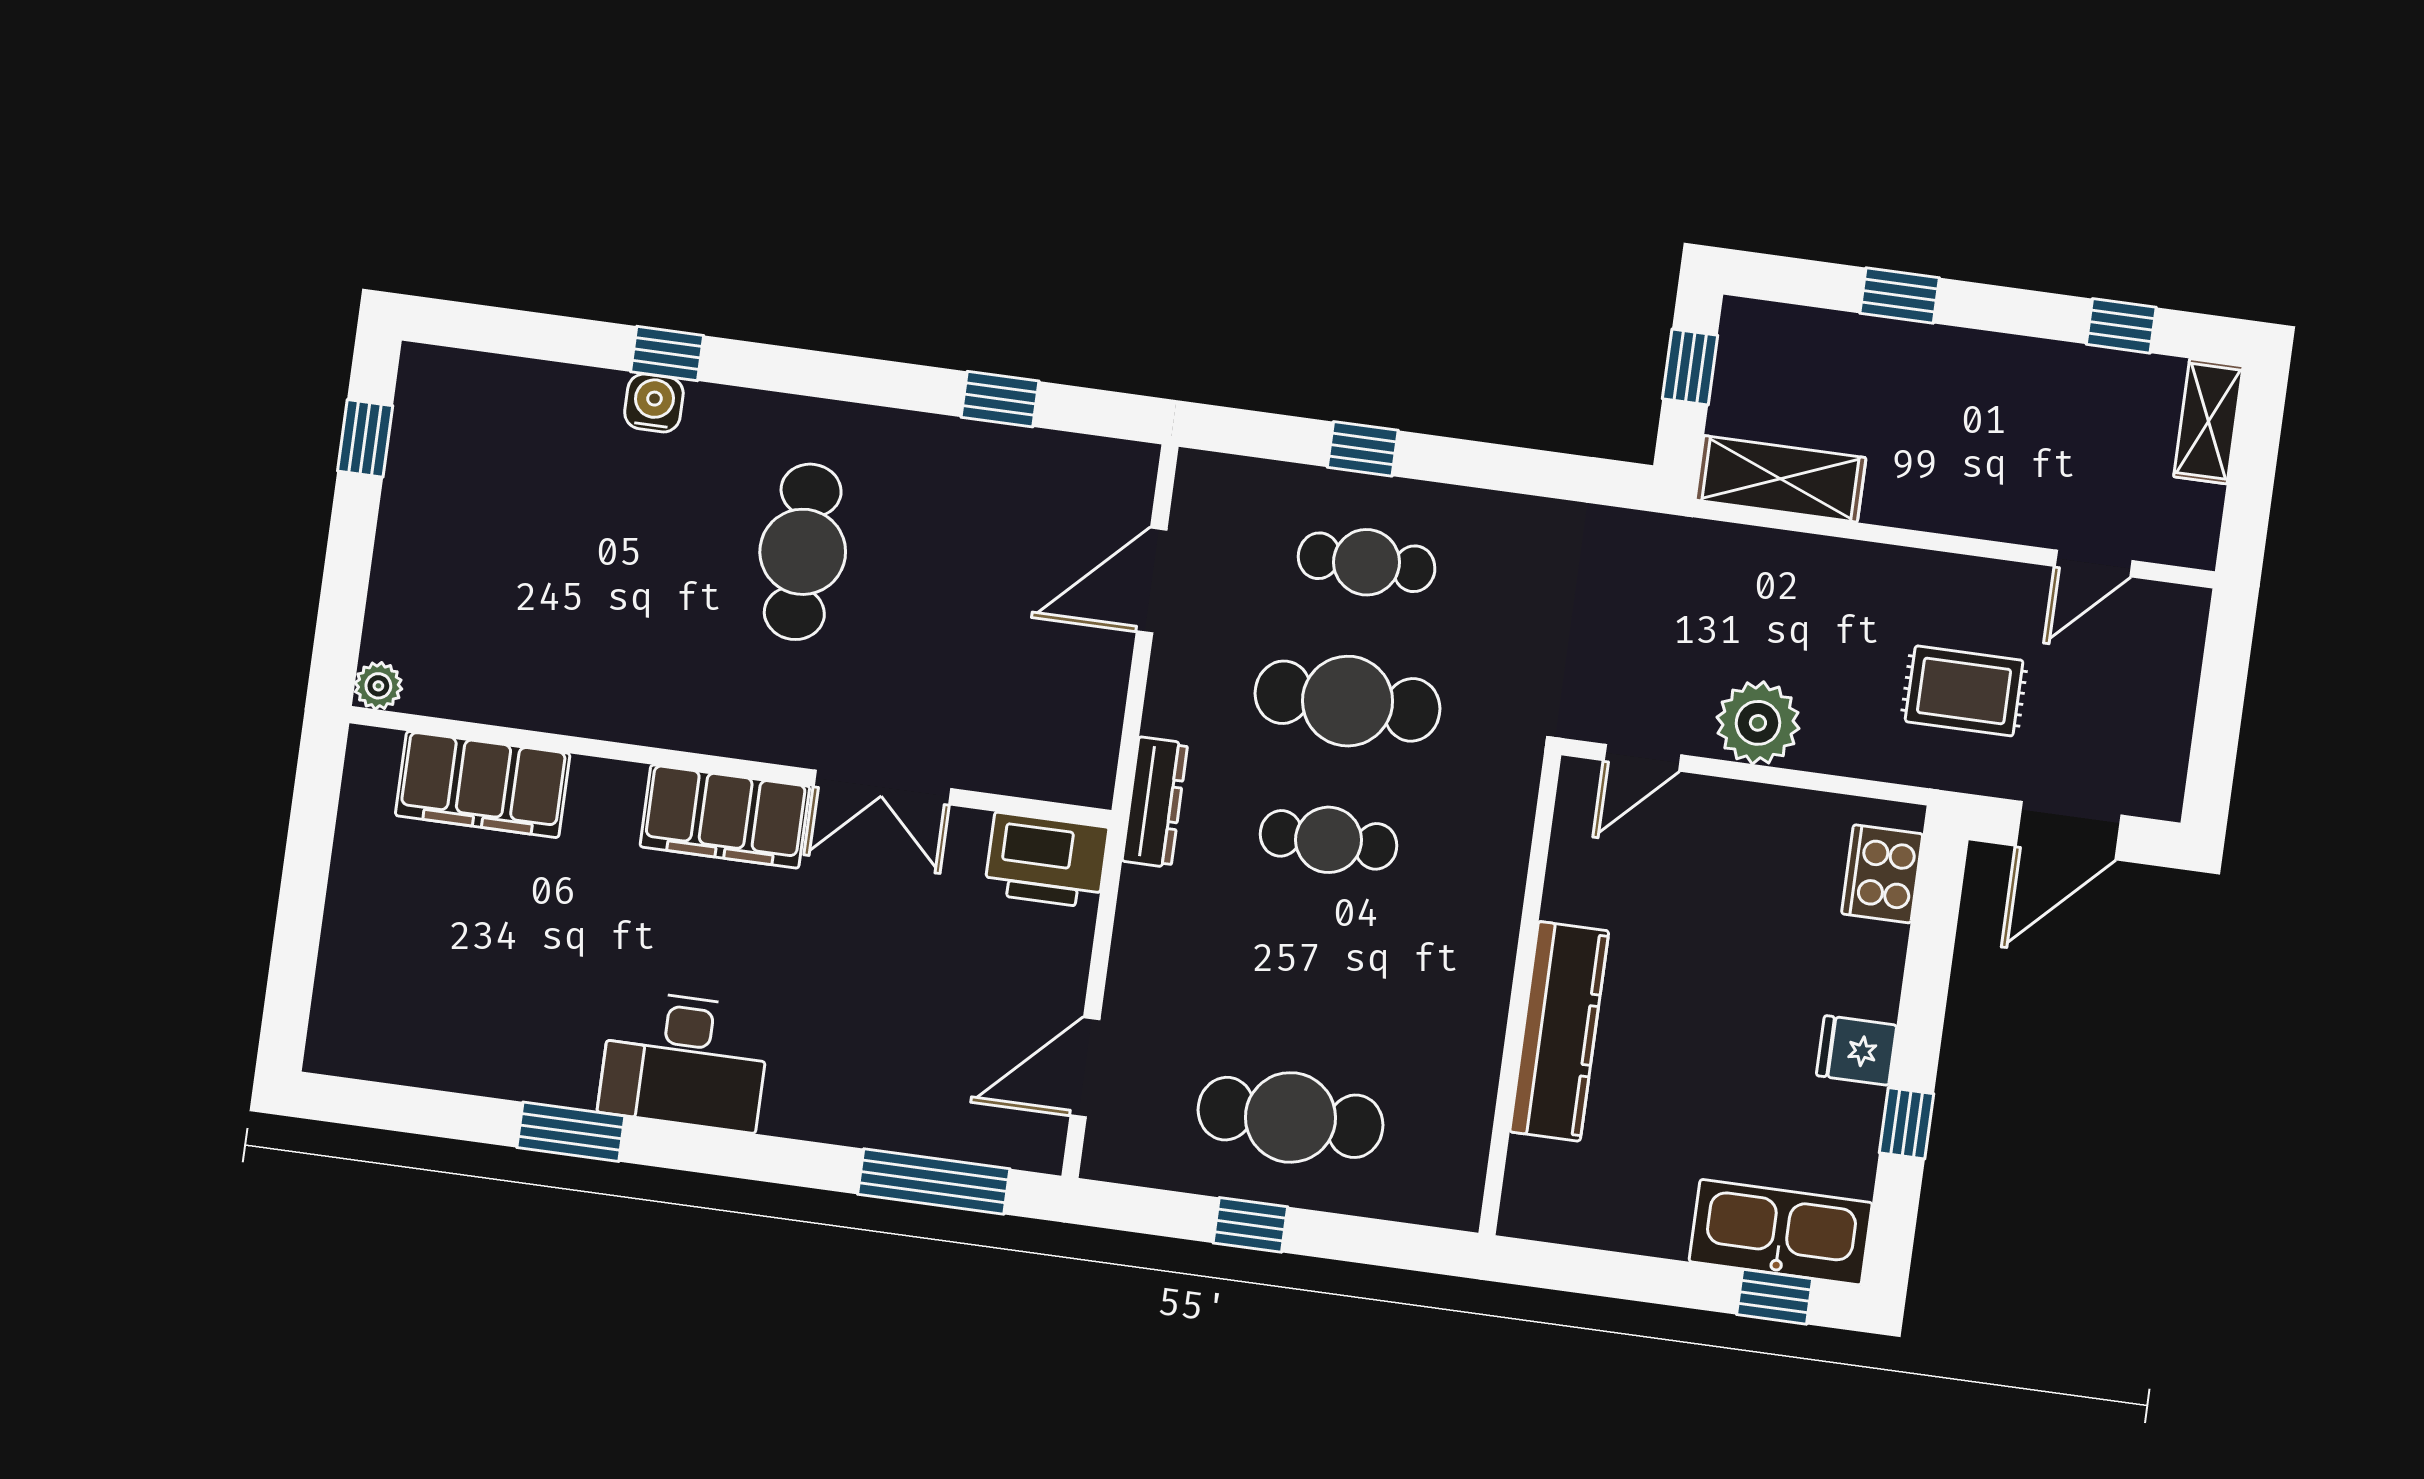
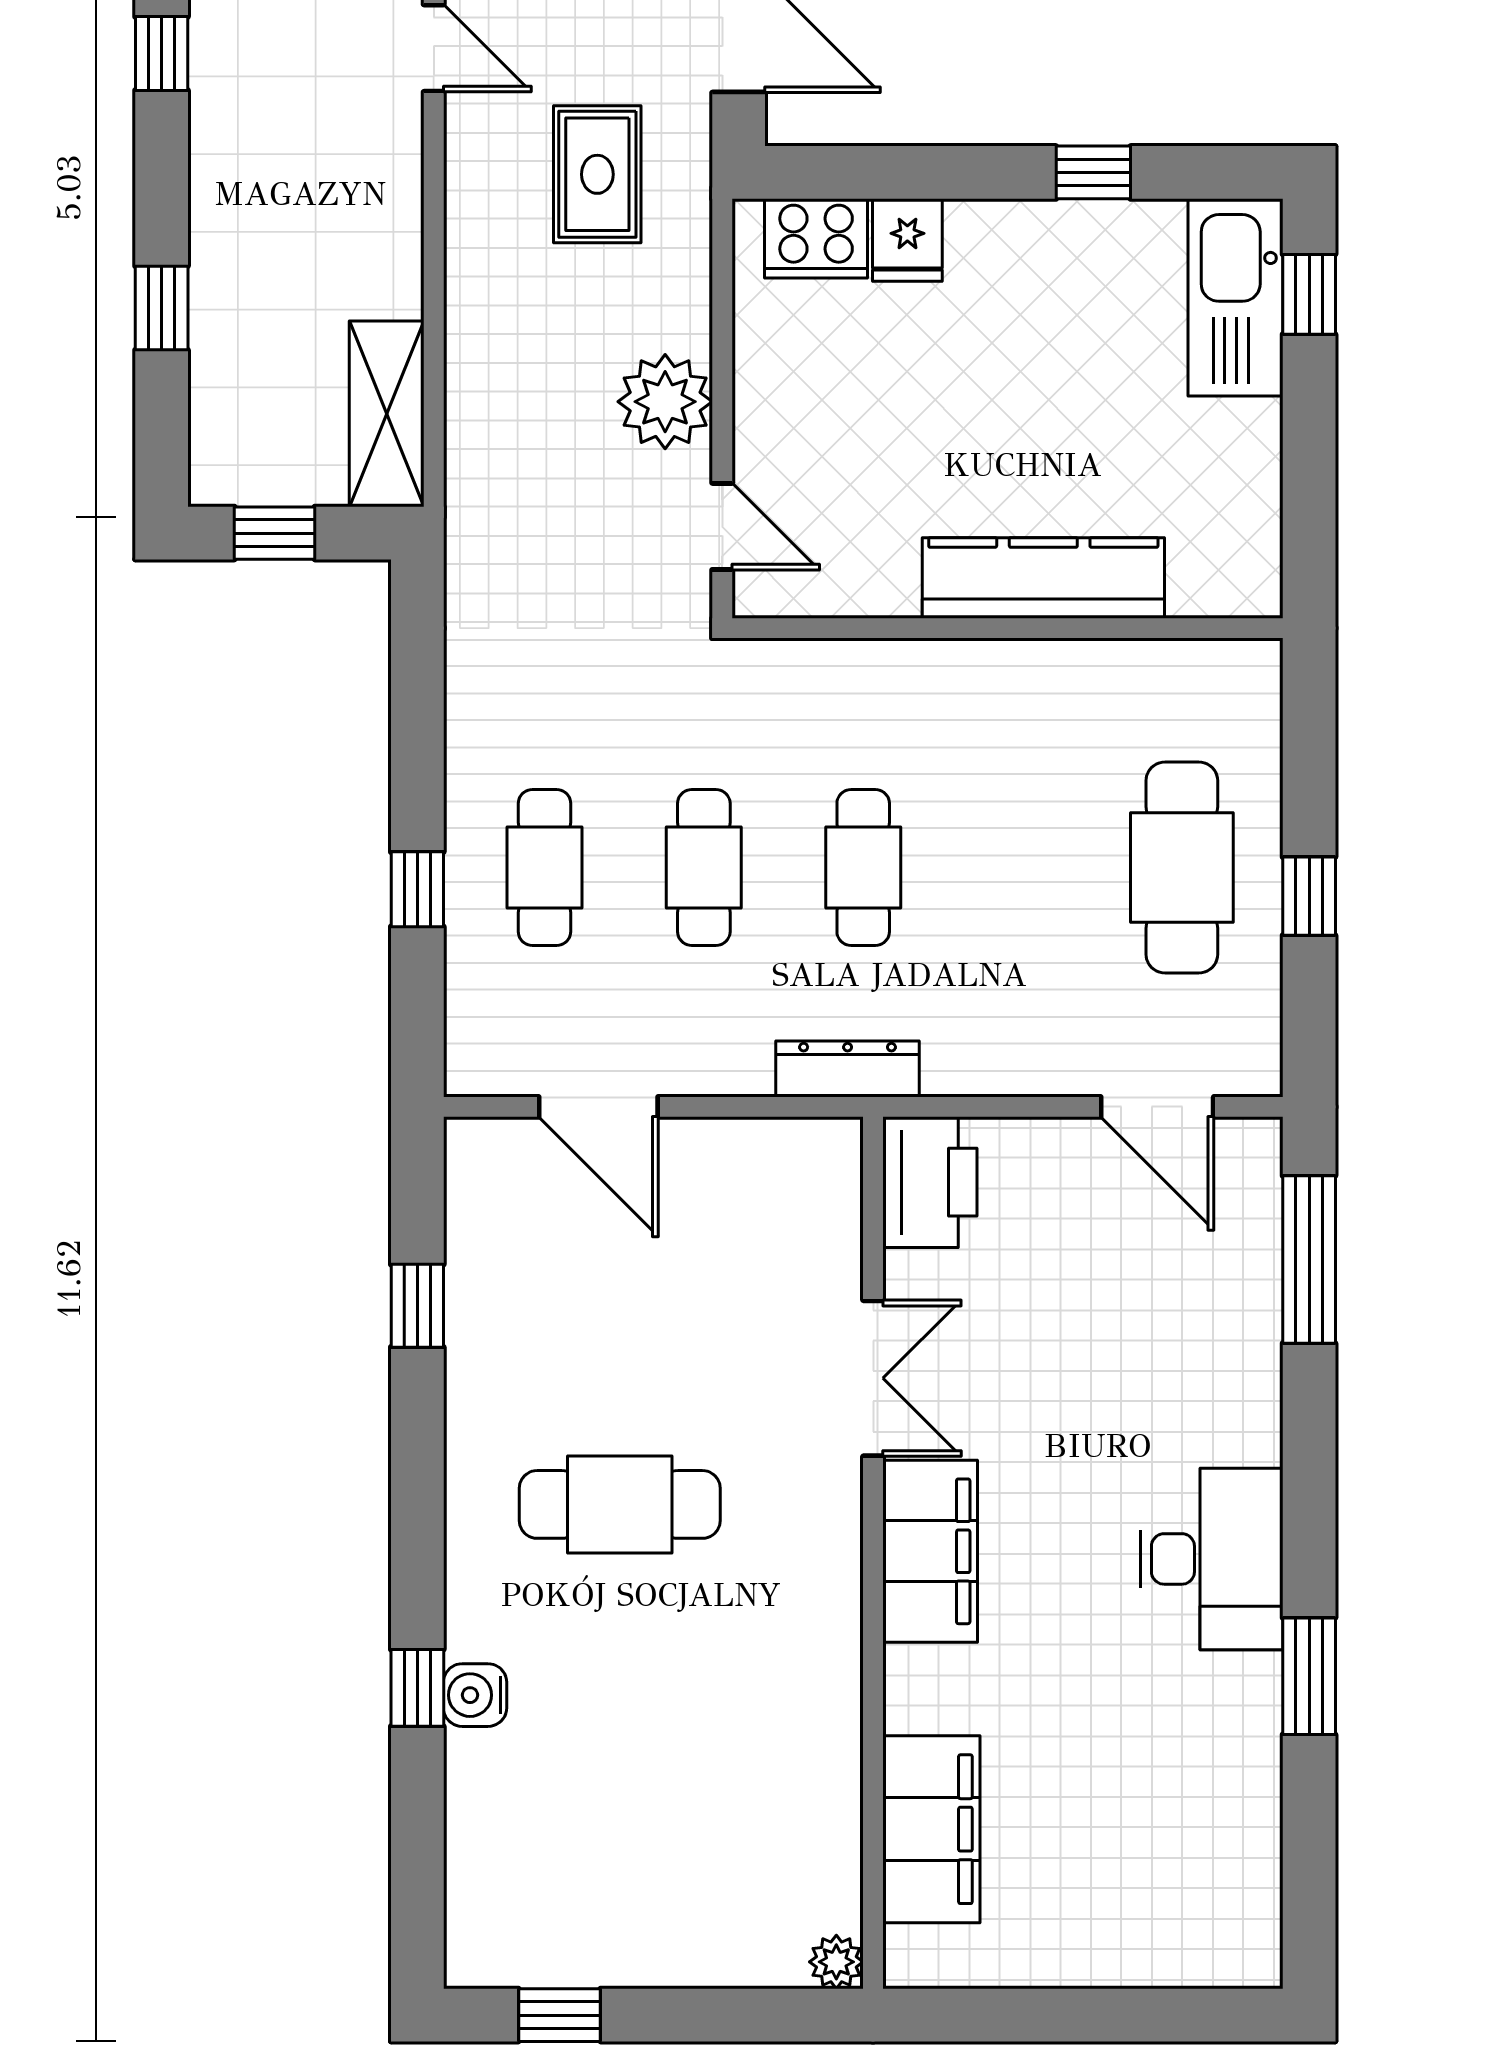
cafe table: (1348, 701) -> (704, 867), width x0.73, depth x0.74
fridge: (1856, 1050) -> (907, 240), moved

